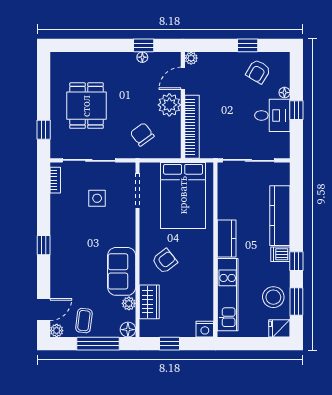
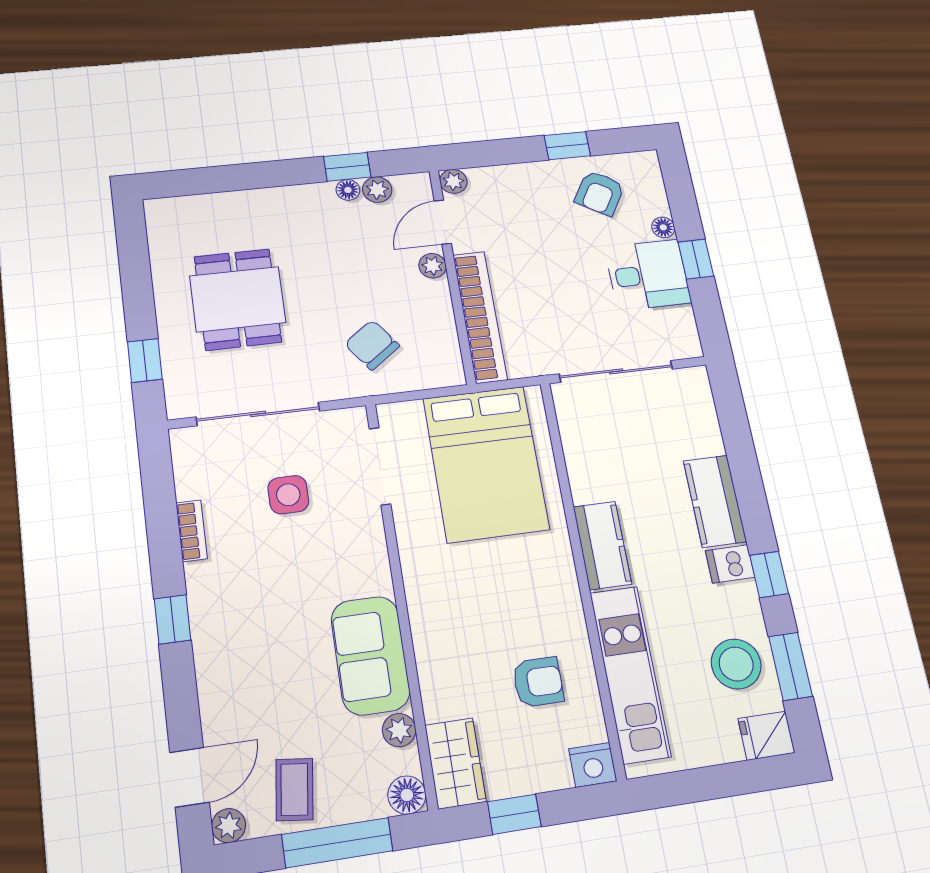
plant: (156, 59) -> (377, 190), added
plant: (169, 105) -> (432, 266), width x0.53, depth x0.53
bookcase: (55, 180) -> (192, 531), moved
kitchen counter: (280, 216) -> (715, 501), width x0.67
armchair: (165, 261) -> (538, 682), moved, turned 38
wardrobe: (149, 302) -> (455, 763), moved

